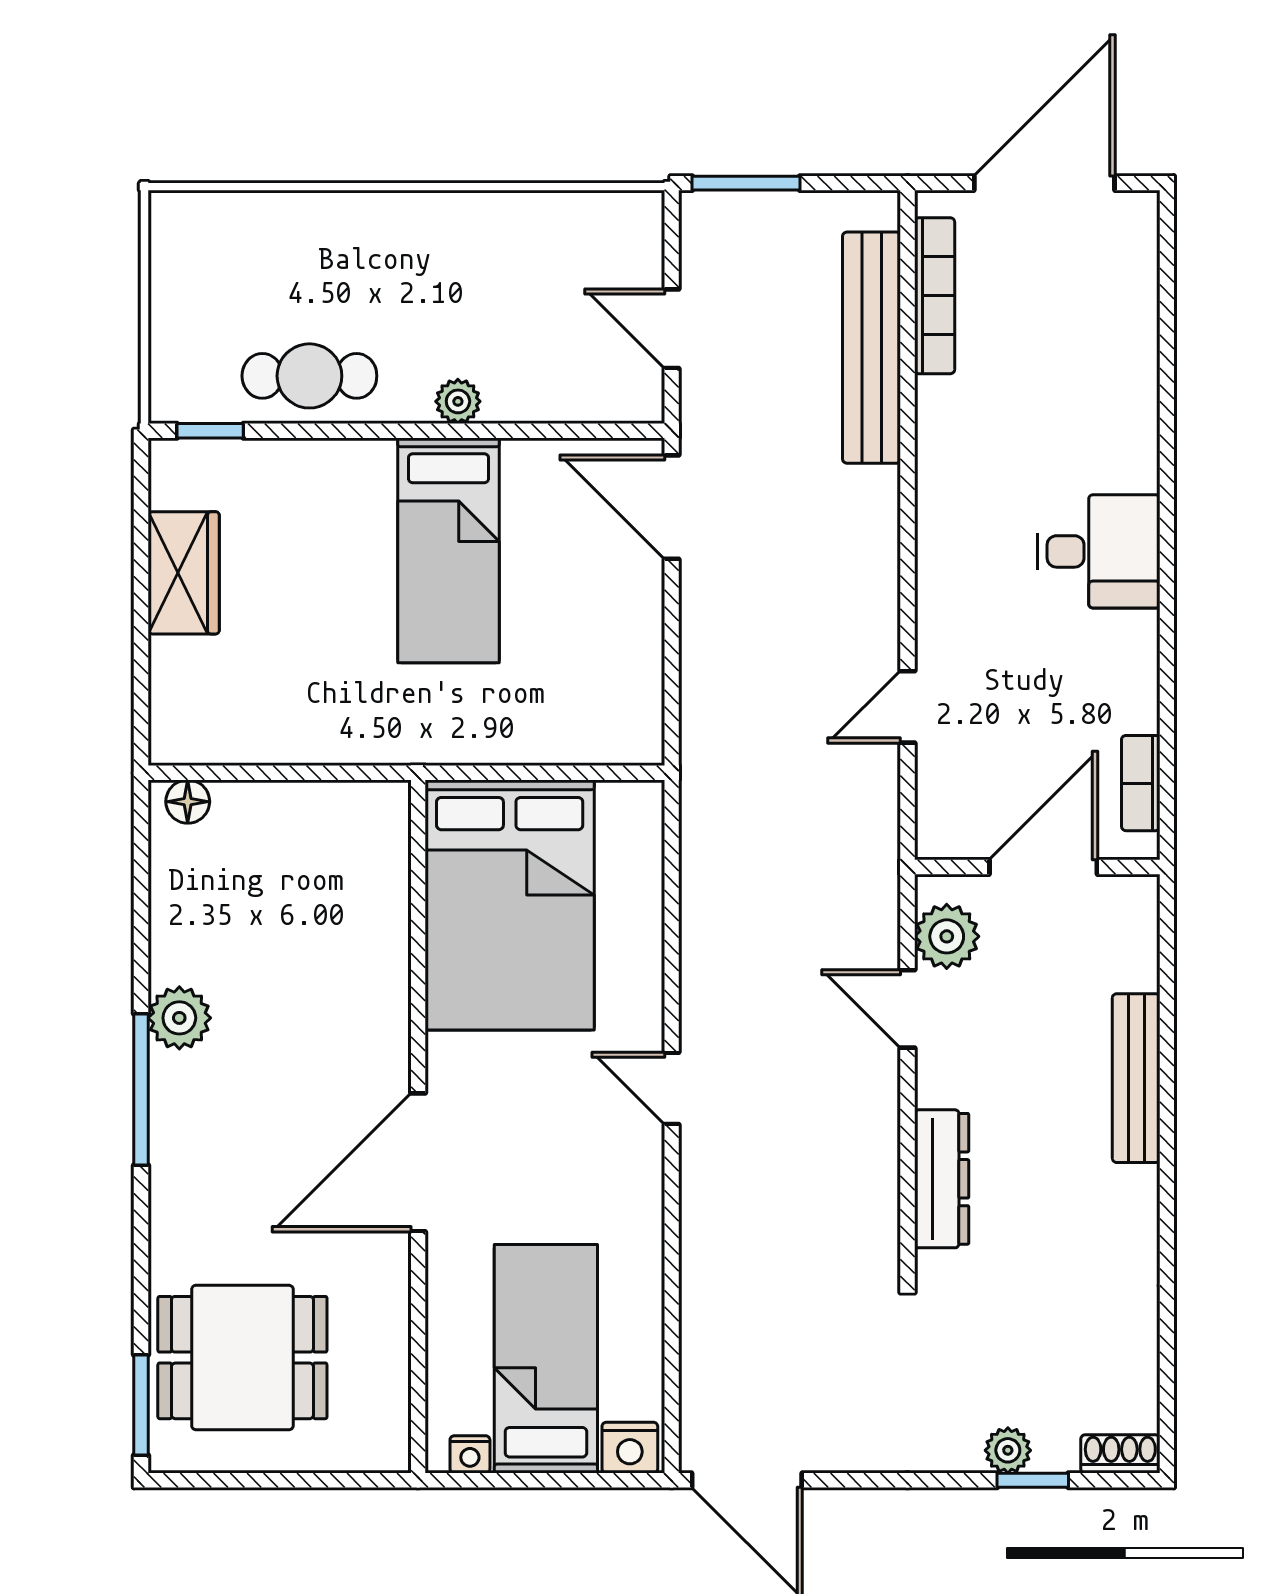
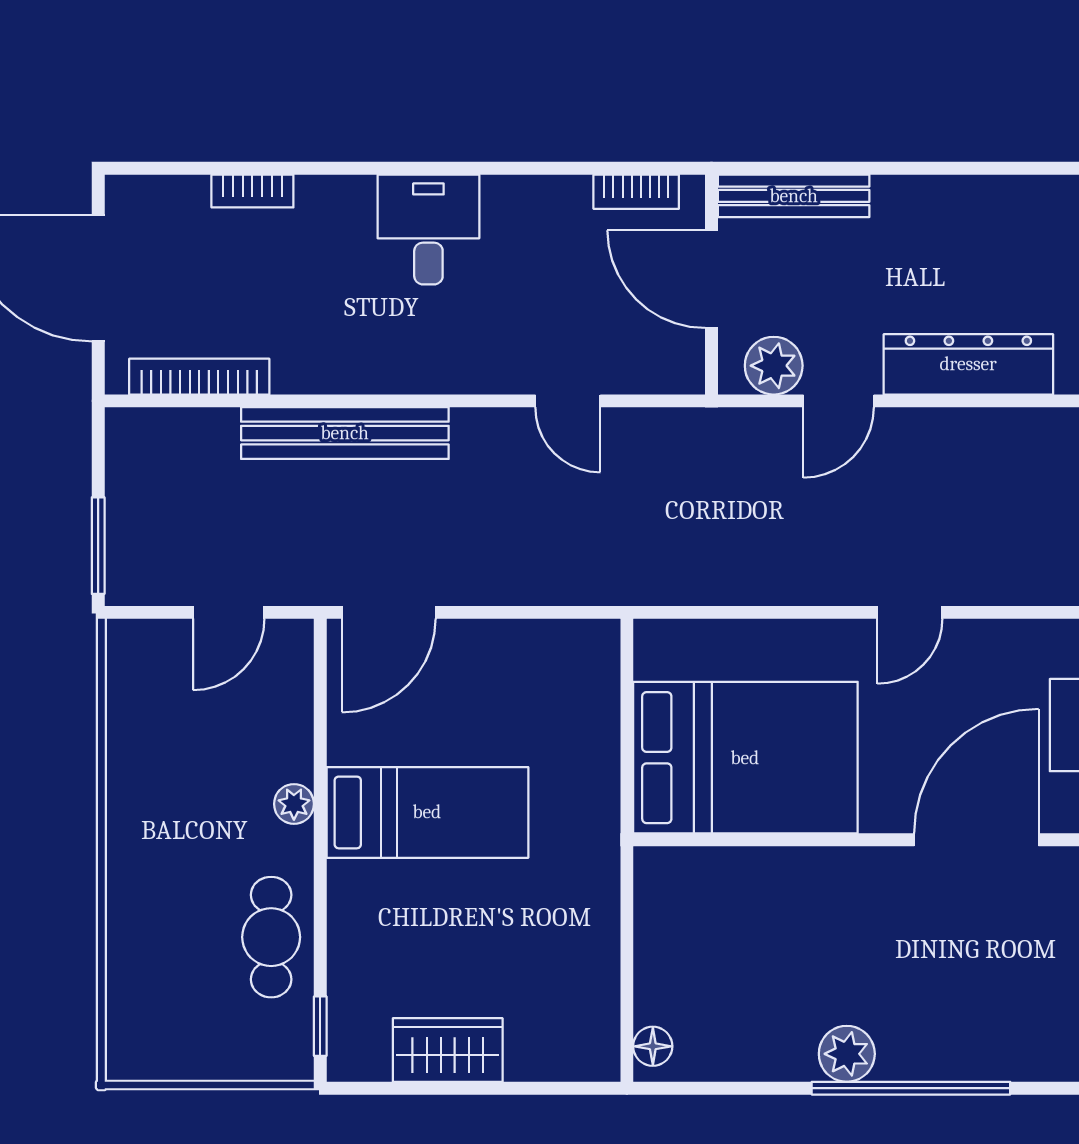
bench: (872, 348) -> (345, 433), moved
bookcase: (1141, 355) -> (252, 191), added
bench: (1136, 1078) -> (794, 196), moved
window: (141, 1089) -> (911, 1088), width x1.46
door: (418, 1162) -> (976, 840), swing flipped
dresser: (942, 1179) -> (968, 364), width x1.37, depth x1.24

